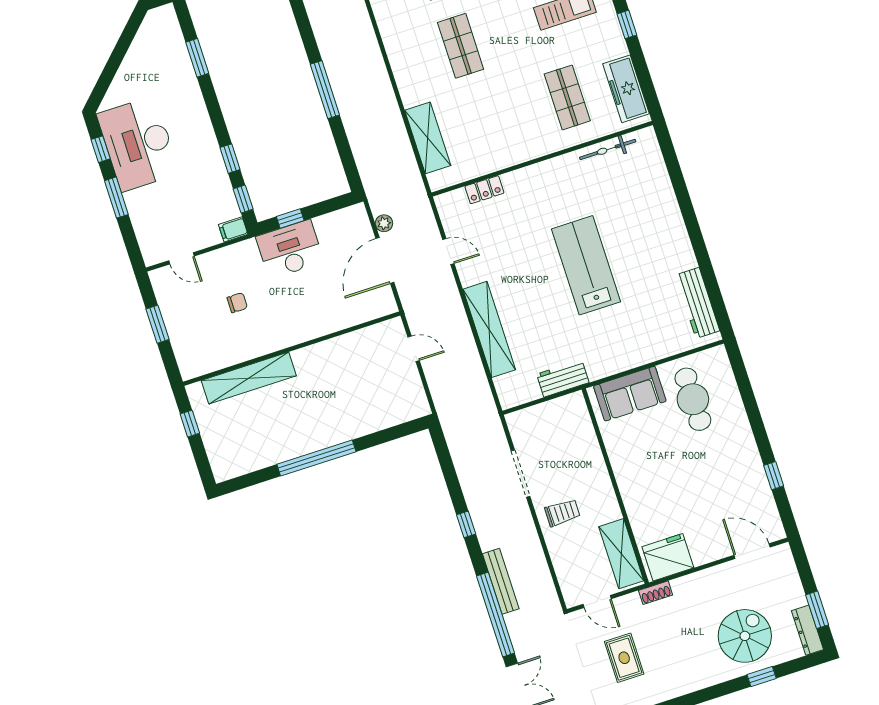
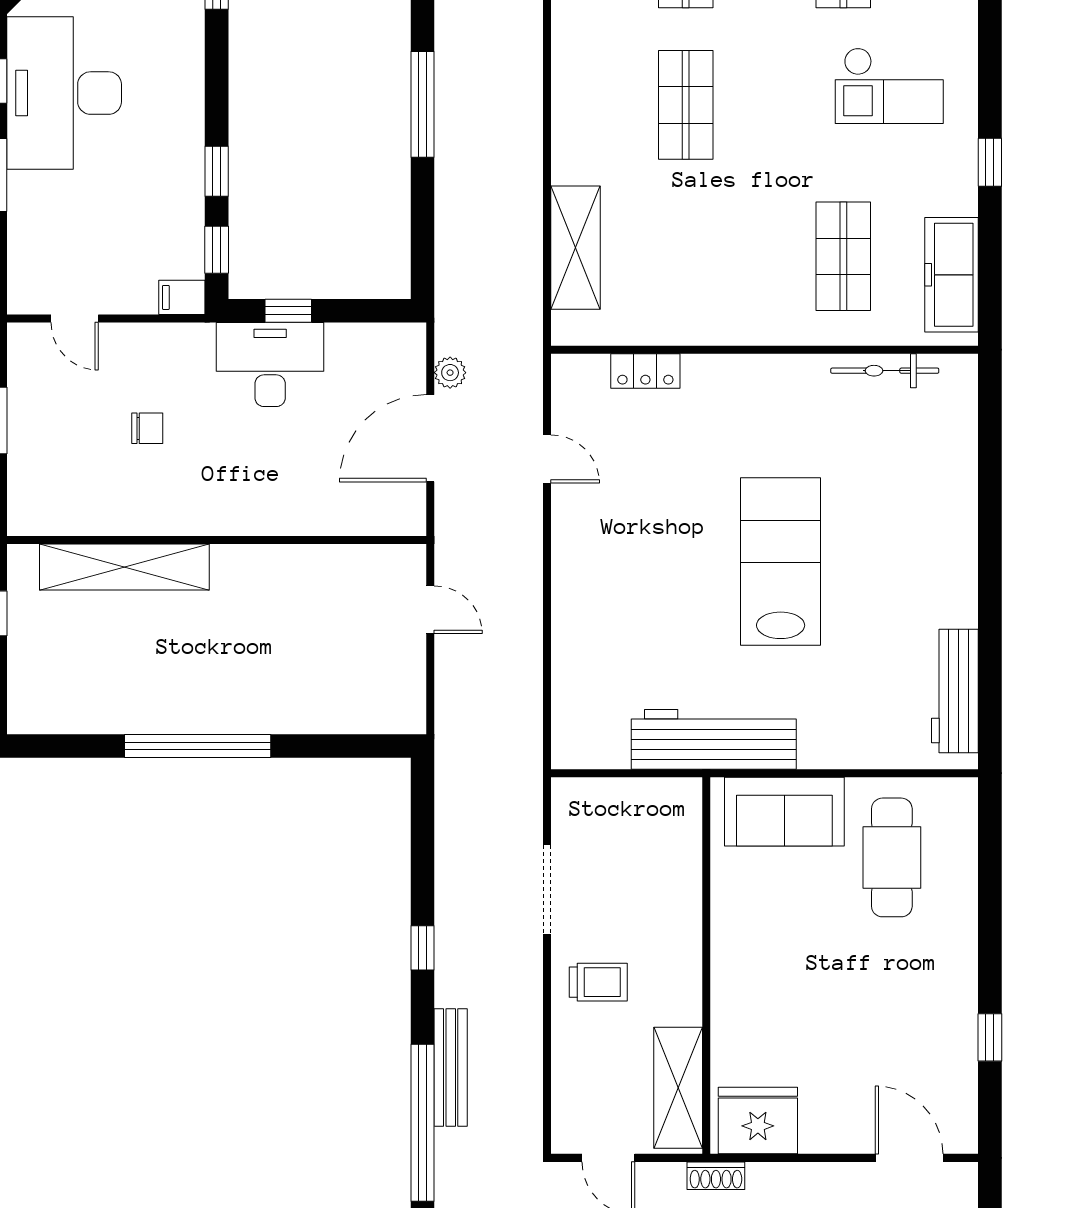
shelving: (489, 329) -> (574, 619), removed
workbench: (563, 378) -> (714, 739), width x1.88, depth x1.32

